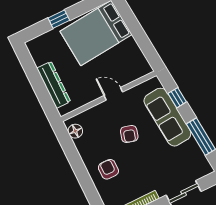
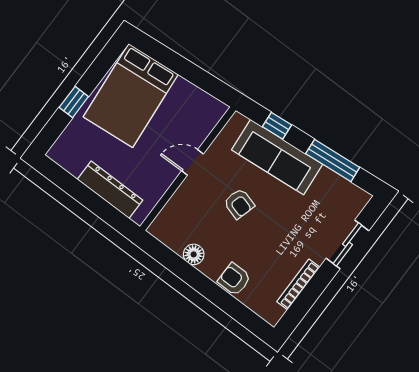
floor lamp: (75, 131) -> (194, 254), moved
armchair: (108, 169) -> (234, 279), moved

